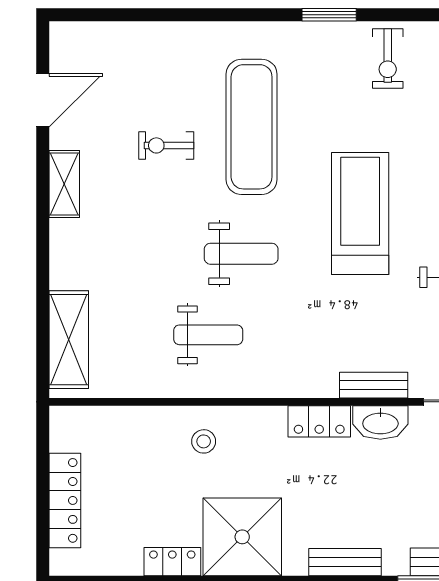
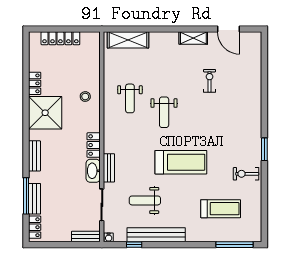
exercise mat: (252, 127) -> (217, 117), removed

